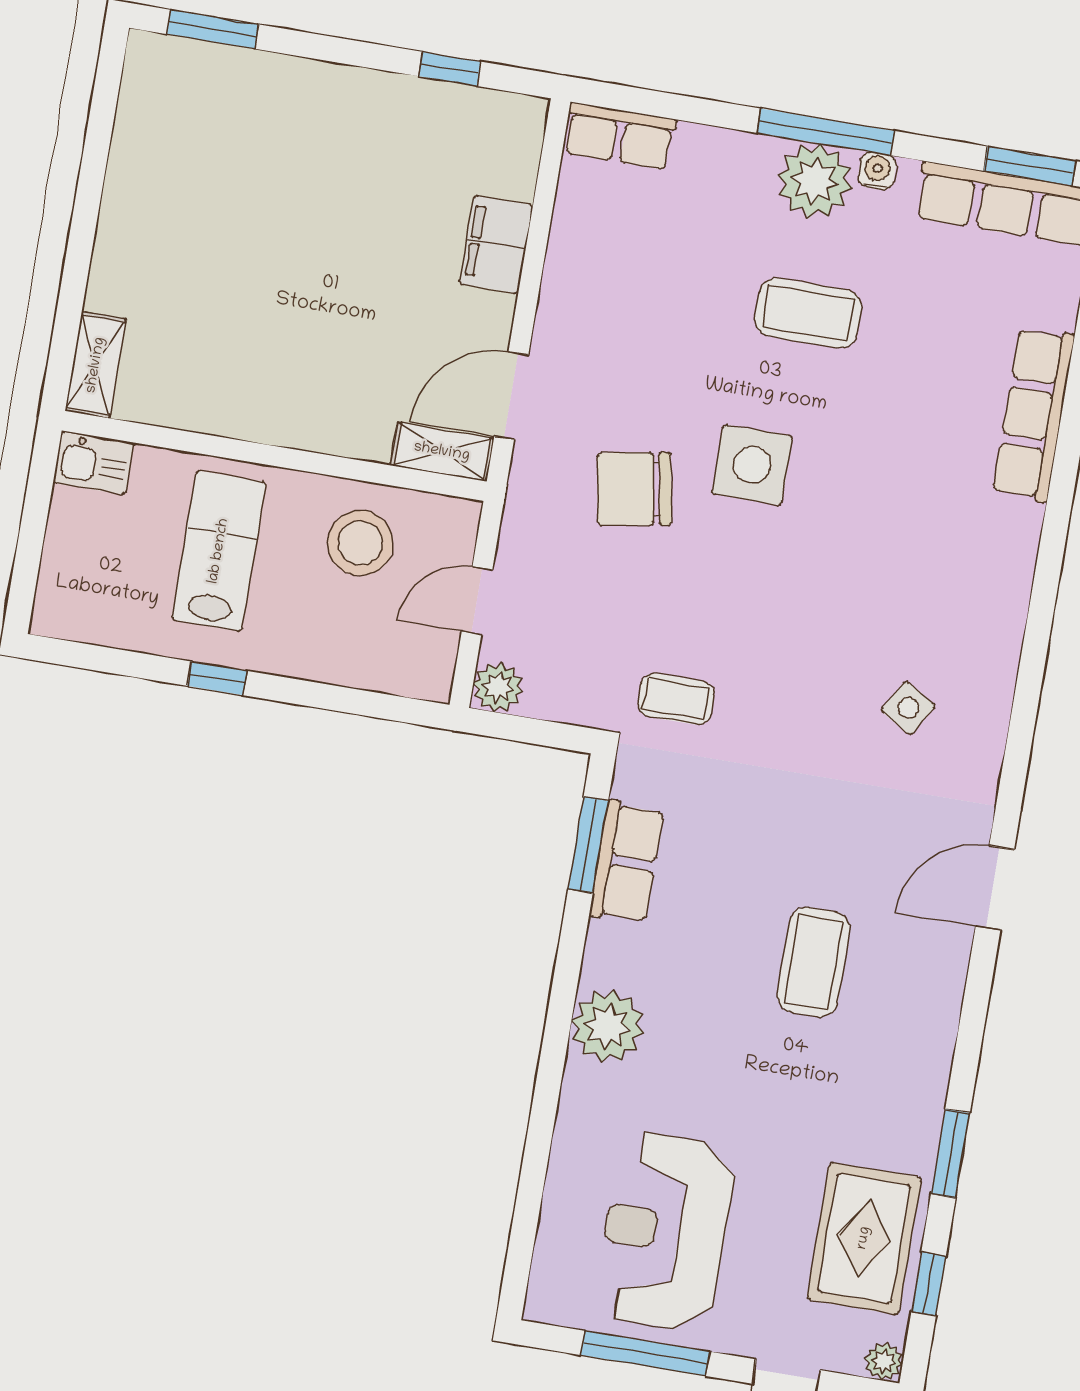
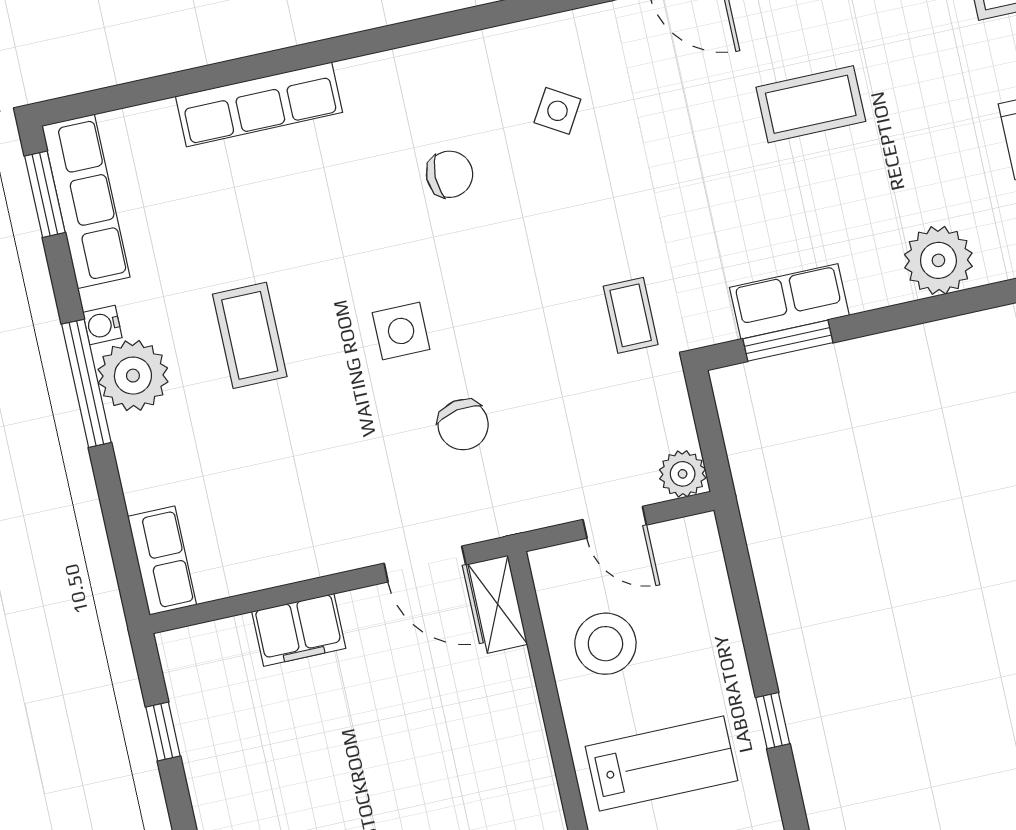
side table: (752, 465) -> (401, 331), width x0.73, depth x0.73
chair: (634, 489) -> (463, 425), width x0.73, depth x0.73
lab bench: (219, 551) -> (662, 763), turned 180
chair: (888, 576) -> (450, 174), added

